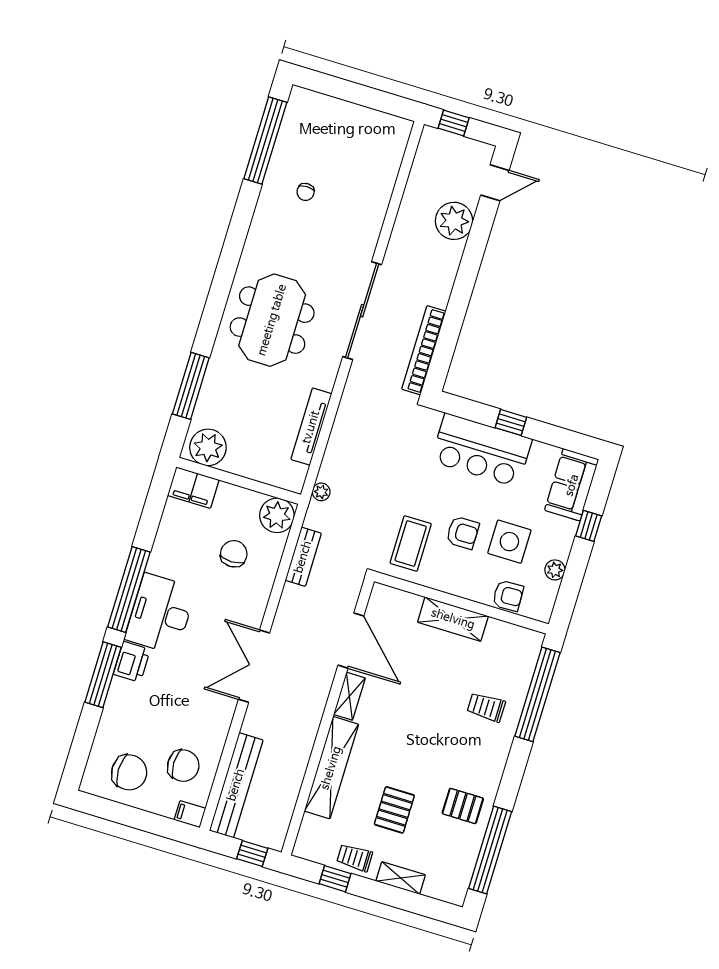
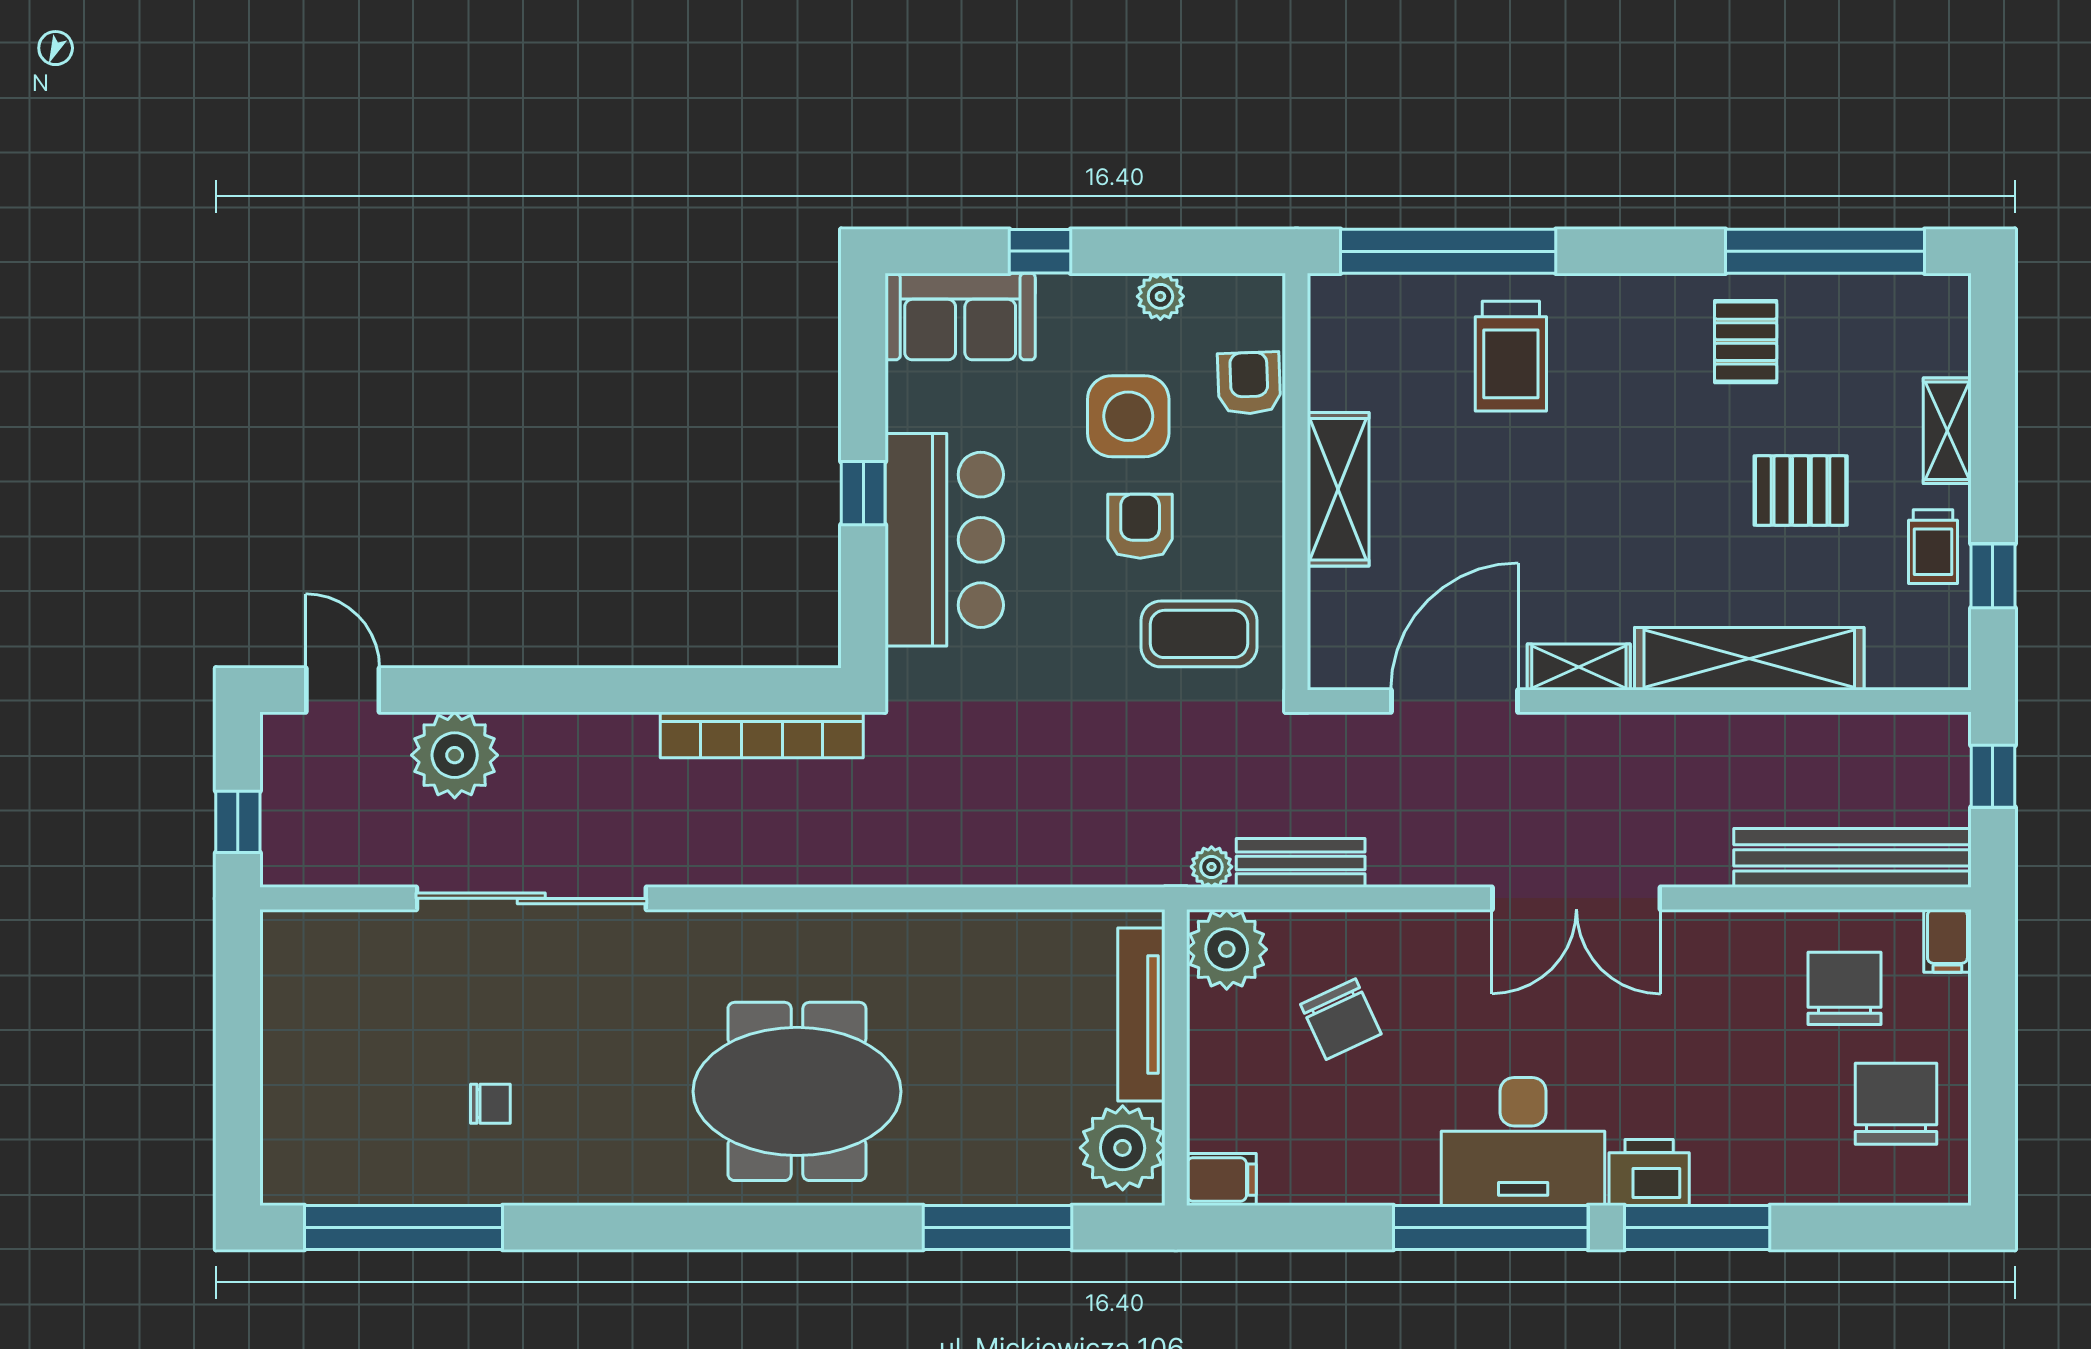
sliding door: (362, 311) -> (531, 898), moved
tv unit: (311, 427) -> (1141, 1015), moved, turned 90
filing cabinet: (193, 488) -> (1221, 1180), width x0.50
plant: (321, 492) -> (1211, 867), moved
chair: (234, 554) -> (1341, 1019), turned -115
trolley: (486, 707) -> (1511, 356), width x1.36, depth x1.39

